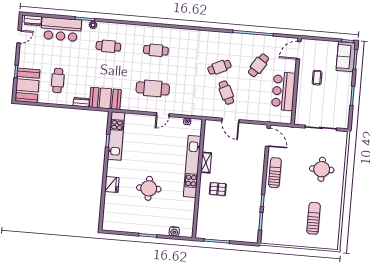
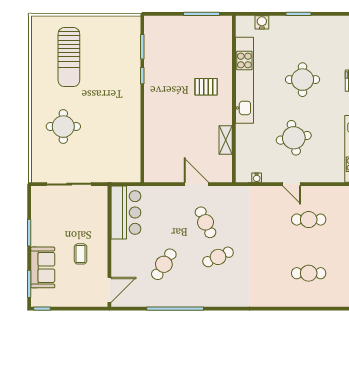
sofa: (346, 57) -> (43, 267), moved
cafe table: (153, 88) -> (309, 220), width x0.73, depth x0.74
bar counter: (283, 91) -> (126, 213), moved
door: (163, 115) -> (292, 184), swing flipped
door: (268, 137) -> (142, 165), removed
round table: (158, 147) -> (294, 138), added
shelving: (206, 163) -> (226, 140), moved
kitchen unit: (192, 166) -> (244, 80), moved
sun lounger: (275, 173) -> (128, 116), removed
sun lounger: (314, 218) -> (69, 57), width x1.36, depth x1.34

